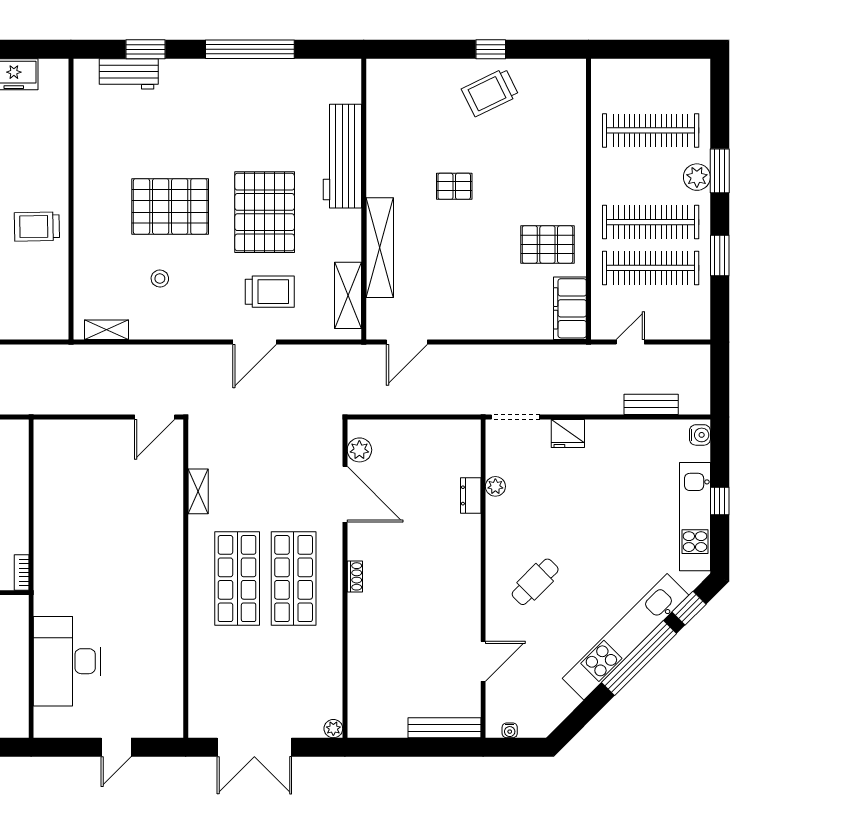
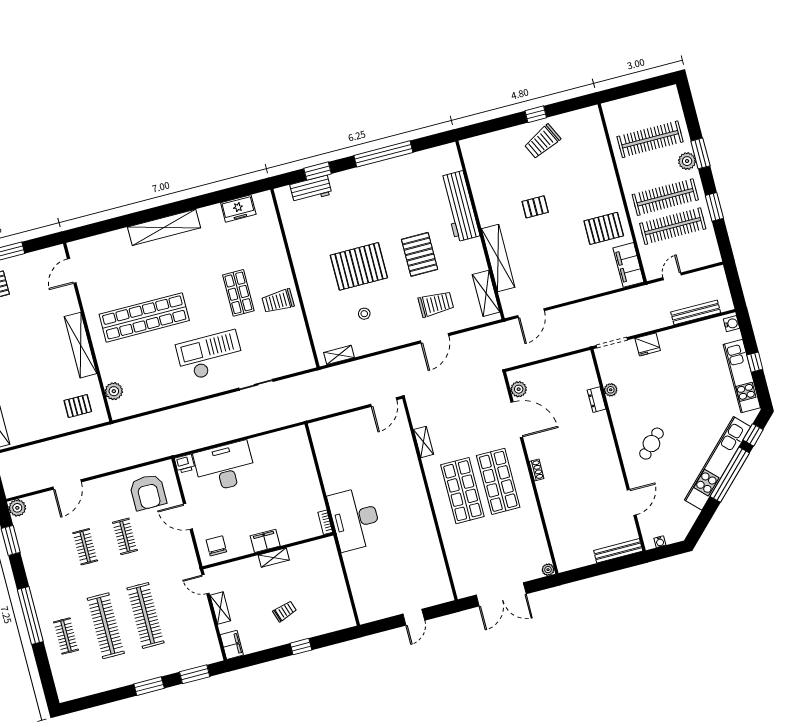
pallet: (265, 212) -> (420, 254), width x0.73, depth x0.71
bench: (651, 404) -> (696, 312), width x1.36
desk: (67, 661) -> (355, 519), moved

